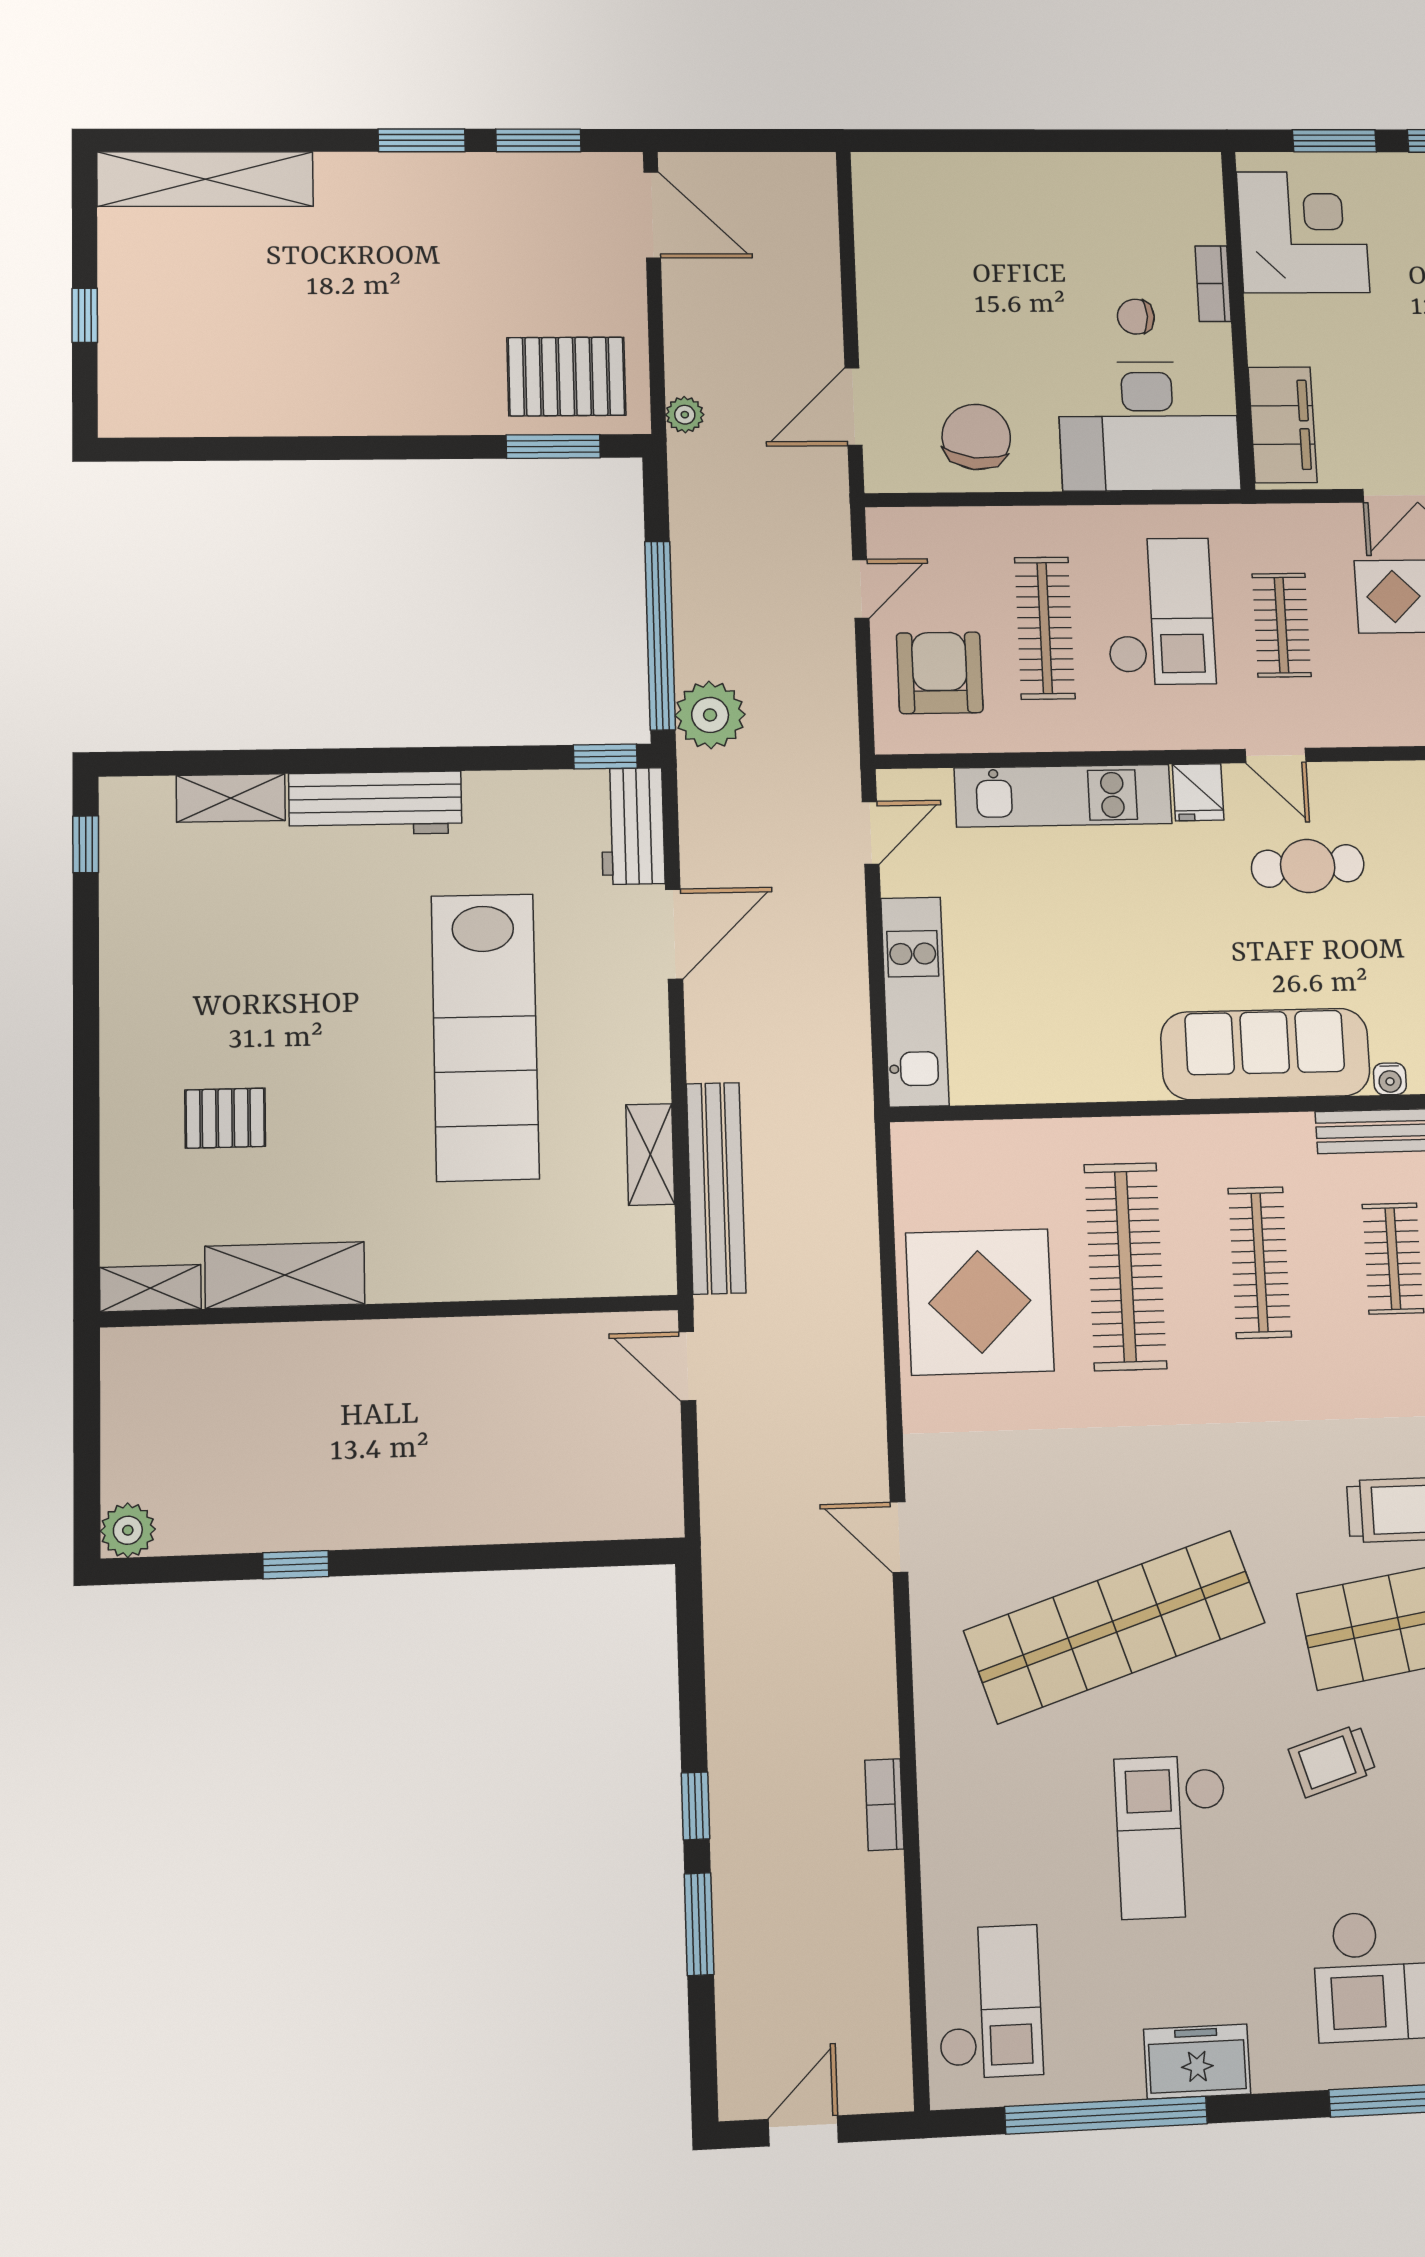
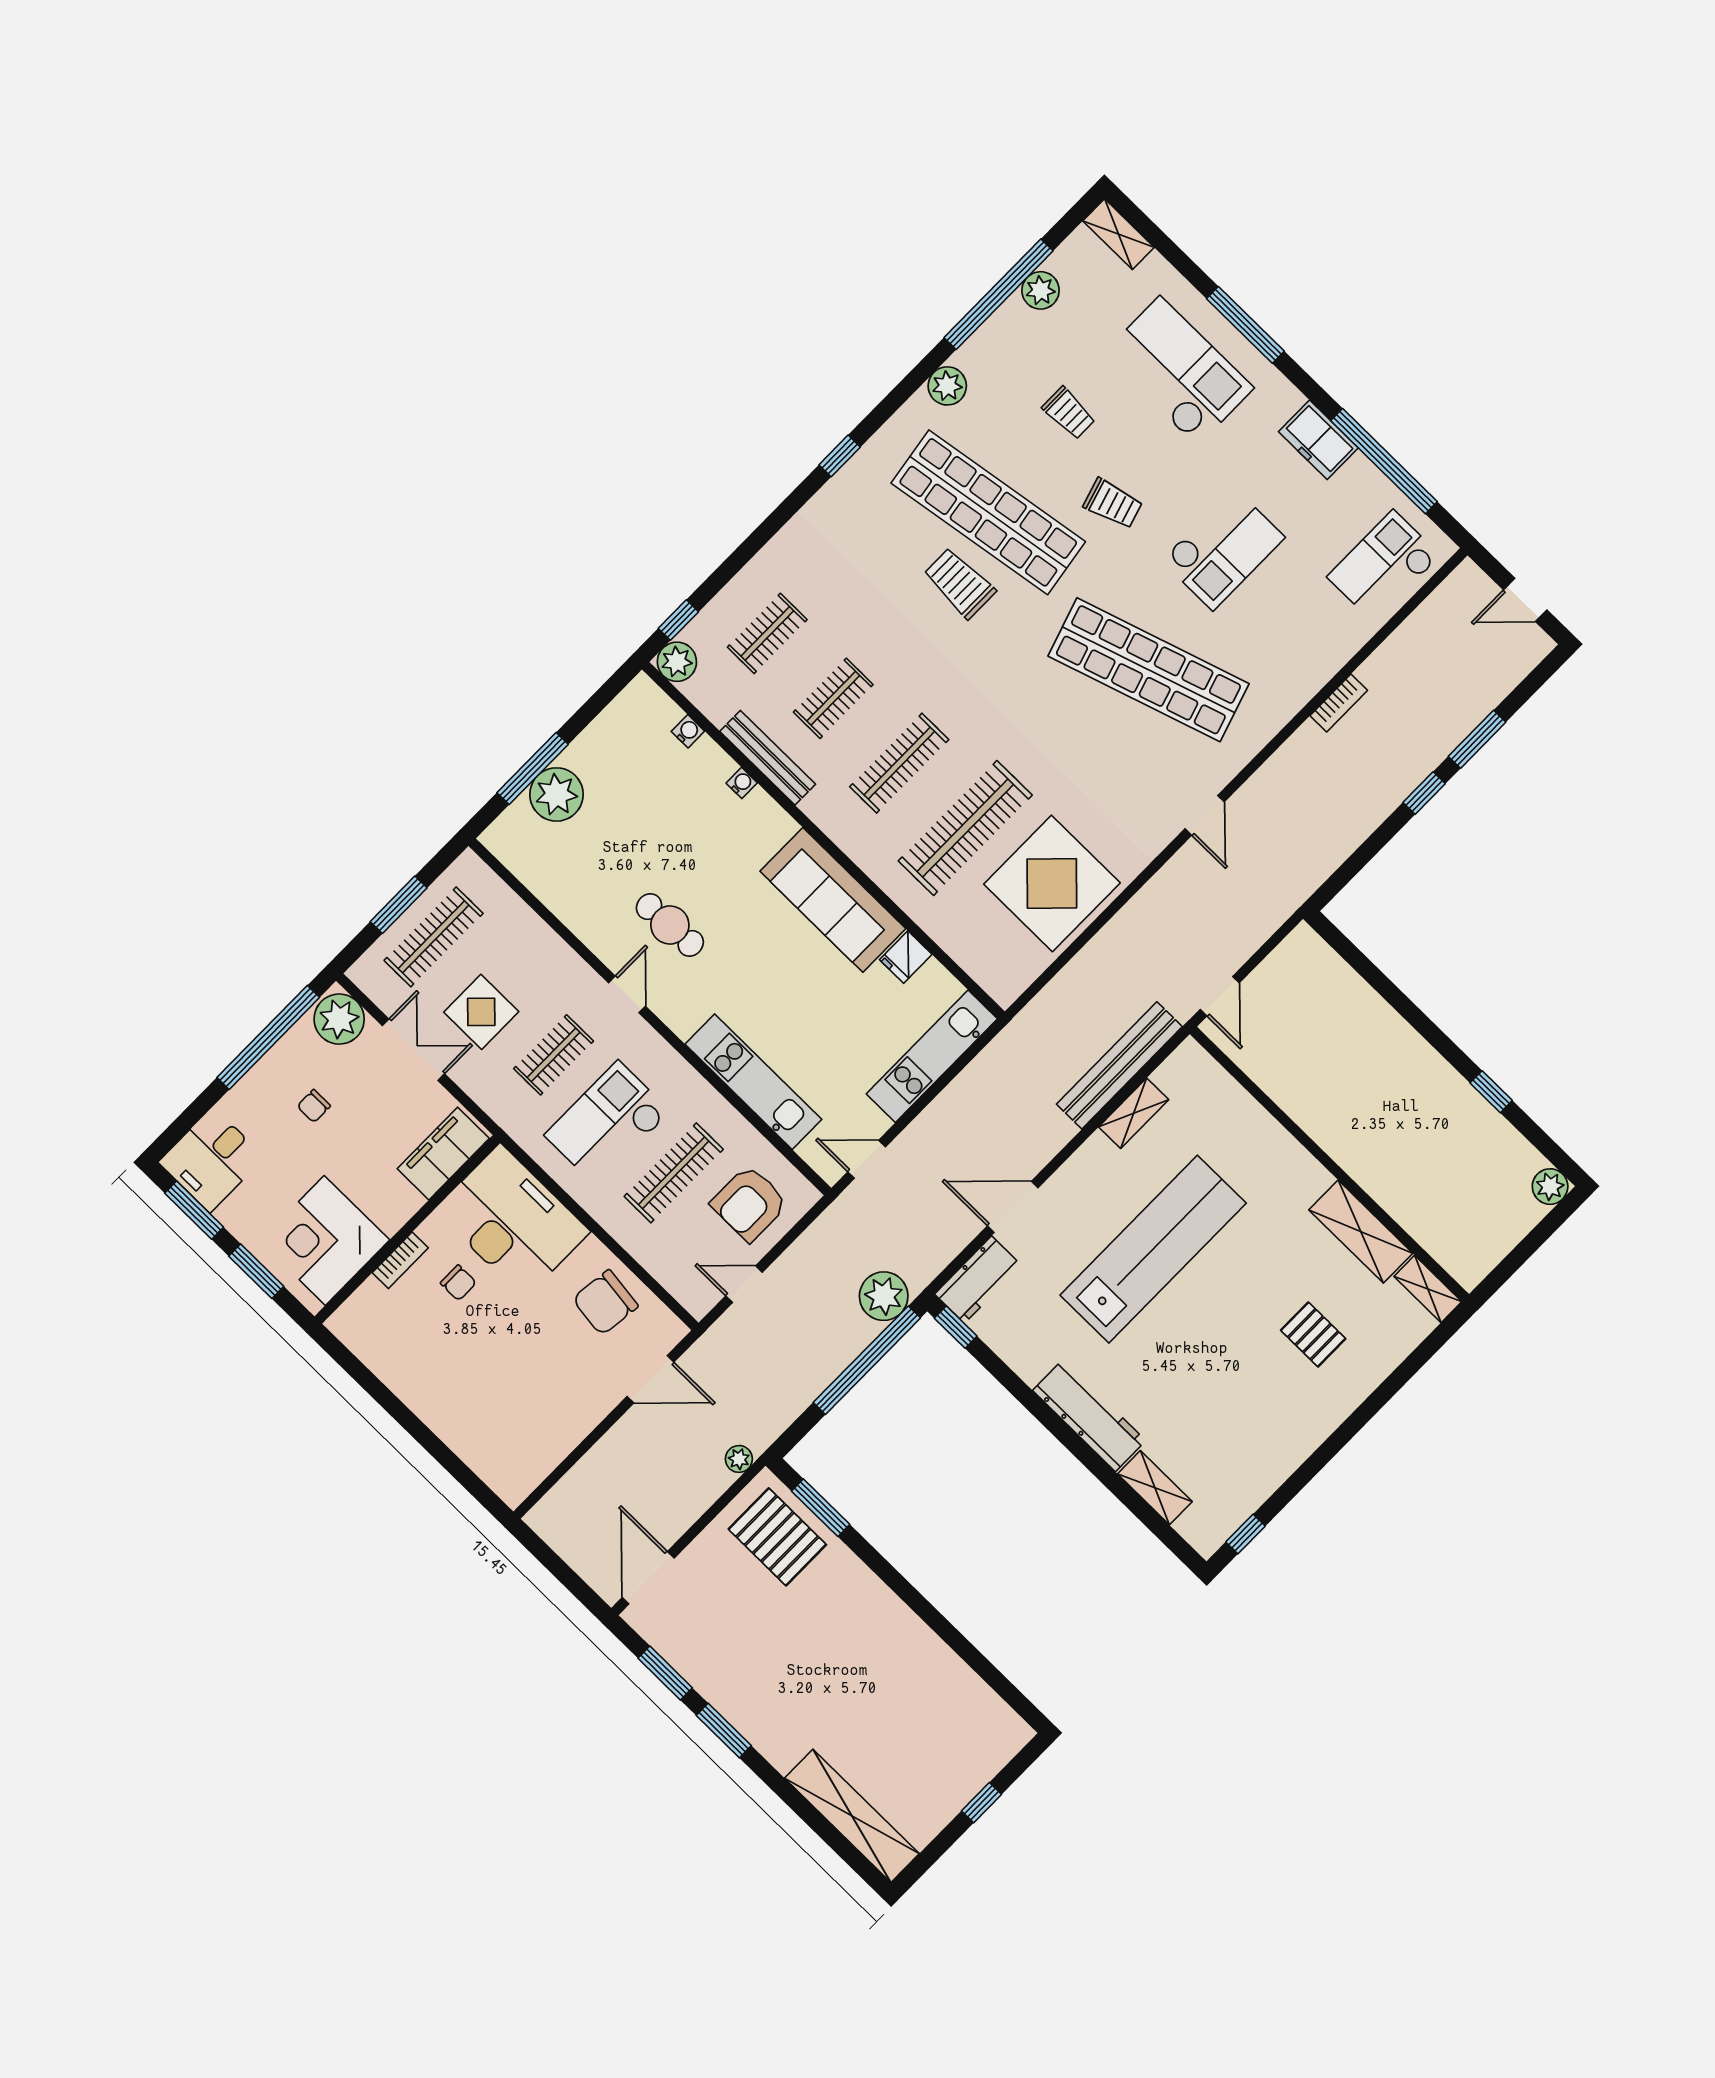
fridge: (1198, 792) -> (906, 957), moved, turned 180
sofa: (1265, 1054) -> (833, 900), moved

